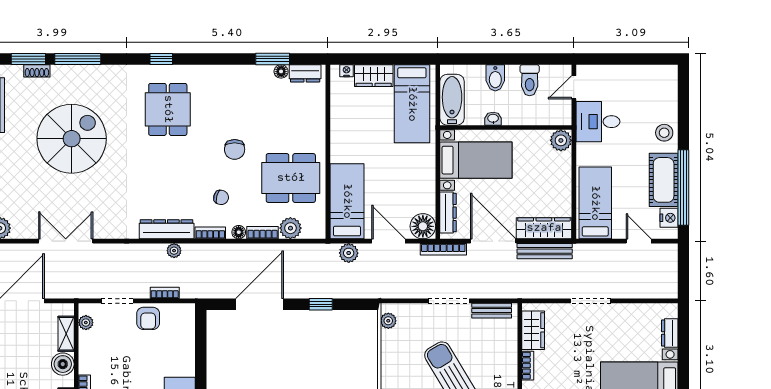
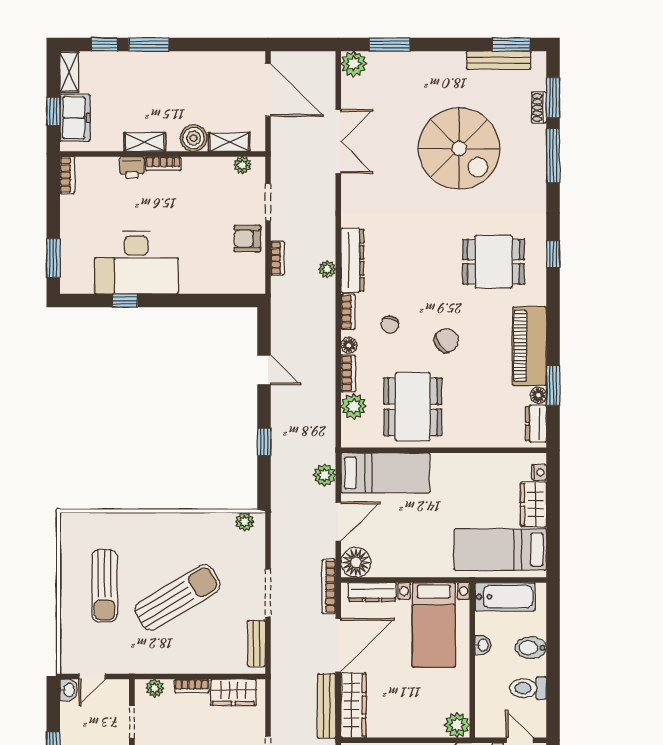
piano: (239, 79) -> (529, 346), added
chair: (235, 149) -> (446, 340), turned 144
door: (260, 304) -> (264, 370), width x0.53

